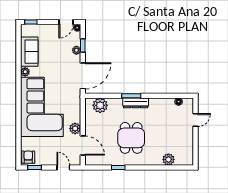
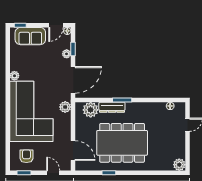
sofa: (29, 52) -> (30, 36), moved, turned 90
dresser: (136, 103) -> (112, 107), moved
plant: (75, 128) -> (65, 107), moved
dining table: (131, 138) -> (122, 143), width x1.88, depth x1.24
armchair: (28, 157) -> (26, 156), moved
plant: (168, 159) -> (179, 165), moved

